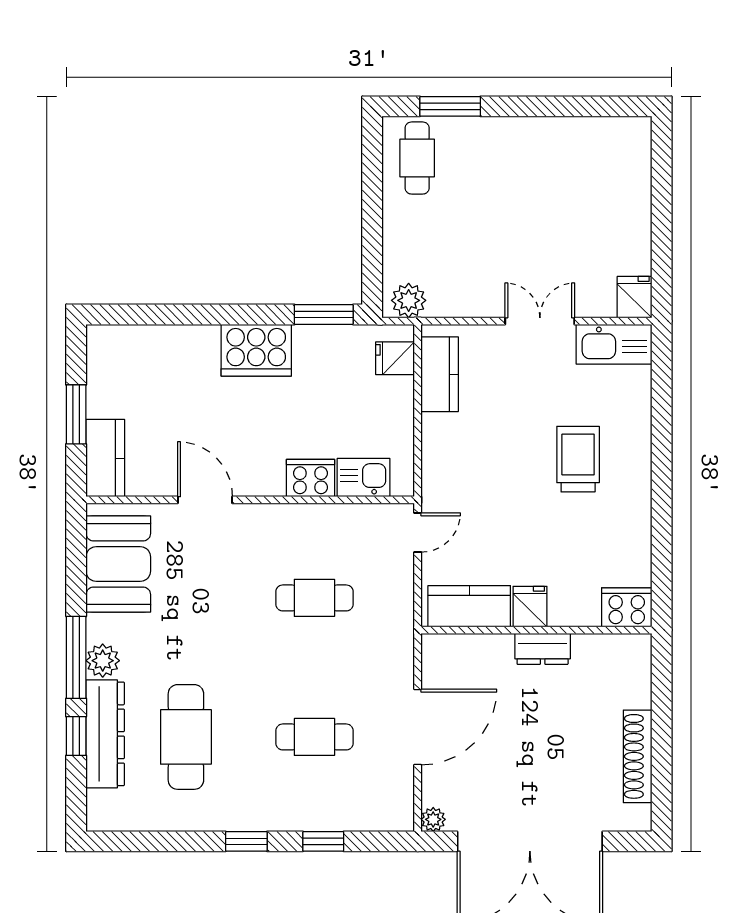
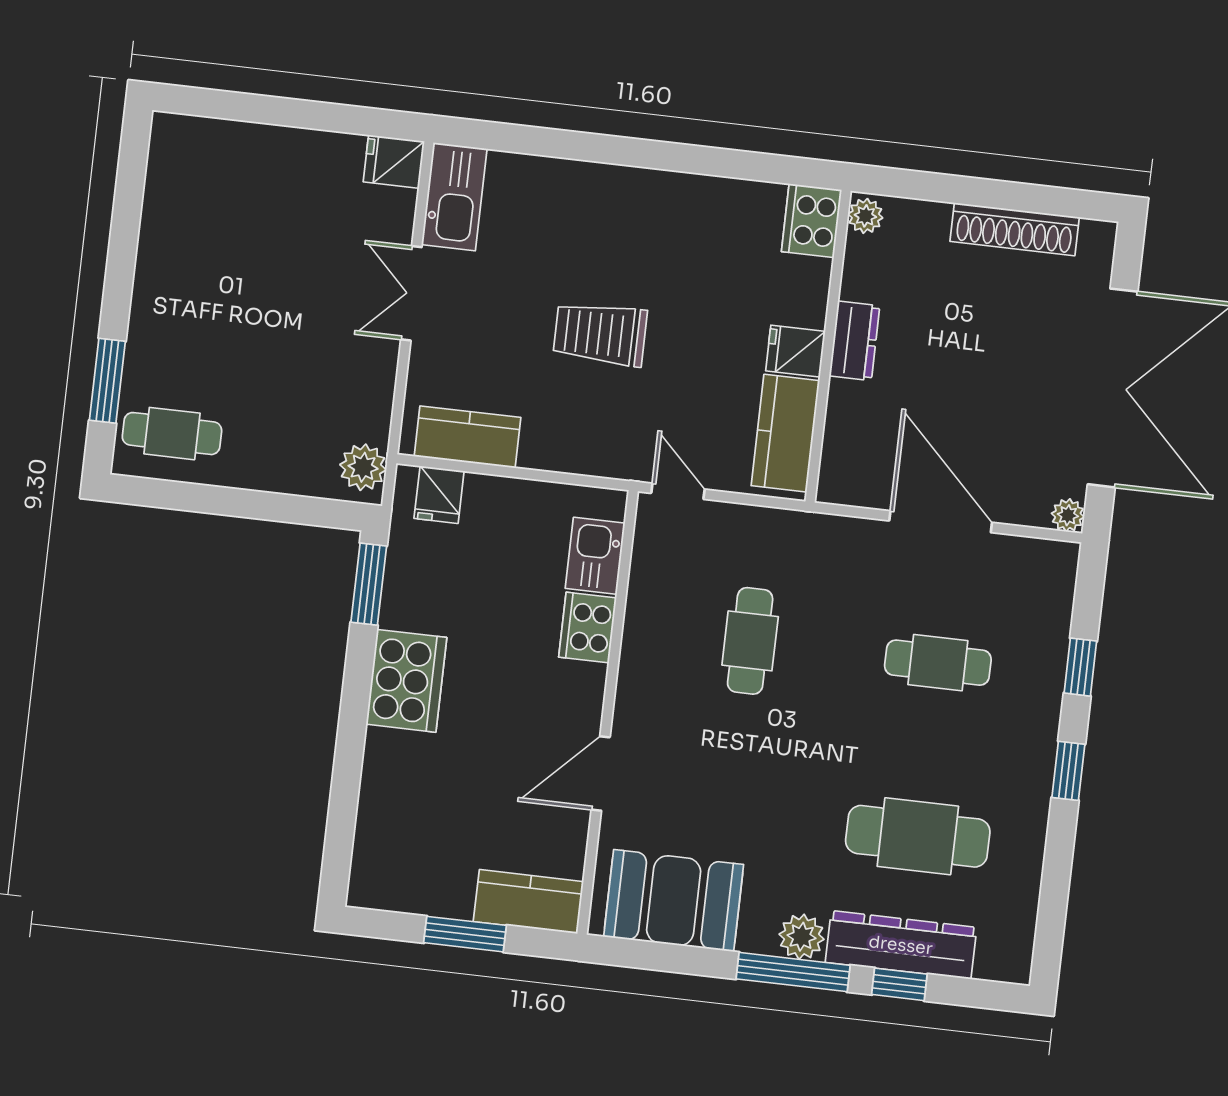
trolley: (578, 459) -> (600, 334), moved
plant: (635, 646) -> (865, 216), added
cafe table: (314, 737) -> (938, 663), turned 90

